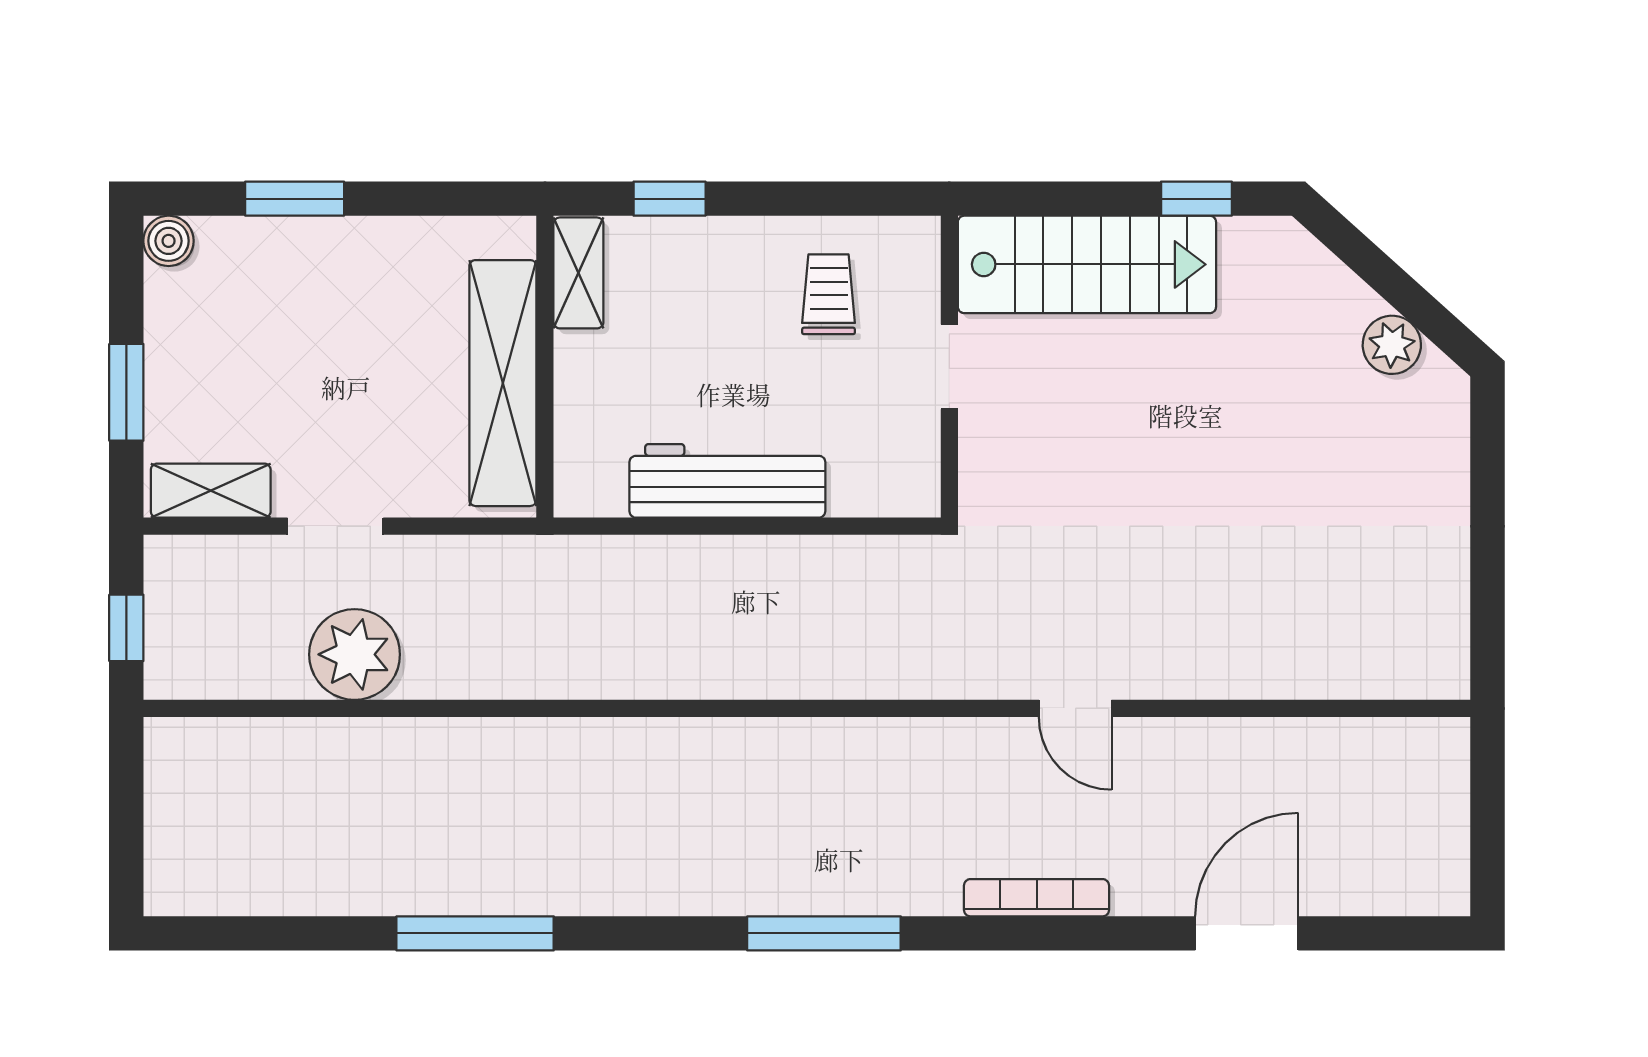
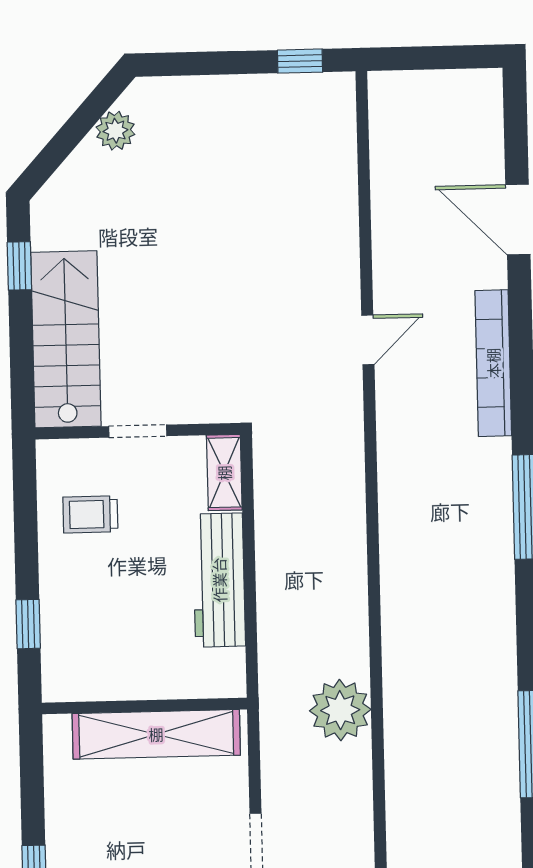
shelving: (578, 273) -> (224, 473), moved, turned 90
window: (1488, 619) -> (300, 61), added
plant: (355, 654) -> (340, 710), moved
bookcase: (1037, 898) -> (493, 363), width x1.48, depth x1.31

